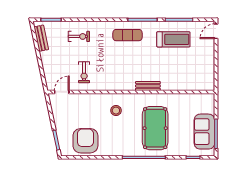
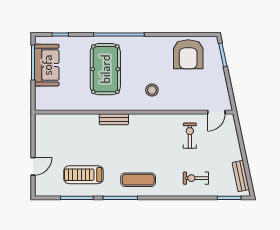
door: (216, 31) -> (33, 166), moved

